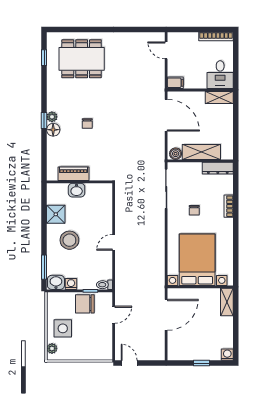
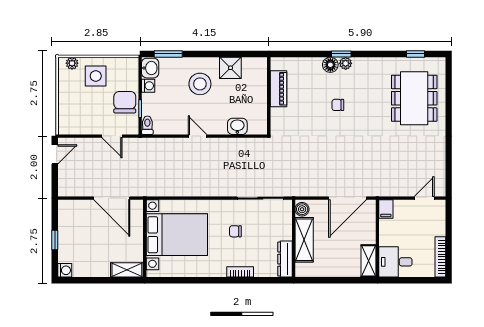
washbasin: (77, 190) -> (237, 126), moved, turned 90

